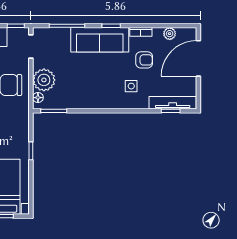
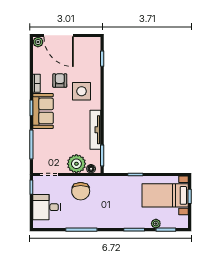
plant: (170, 34) -> (38, 42), moved
sofa: (100, 40) -> (43, 111), width x0.73
side table: (131, 86) -> (82, 91), width x1.87, depth x1.87
tv unit: (173, 103) -> (95, 130), moved

